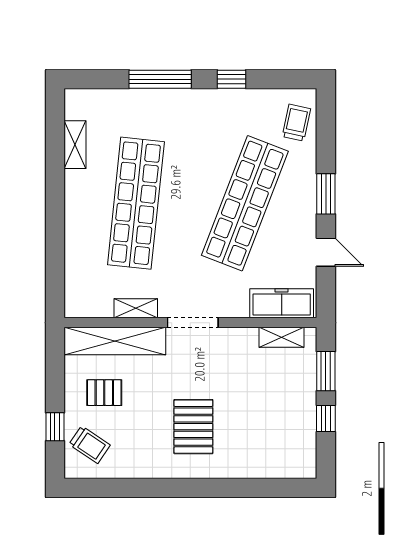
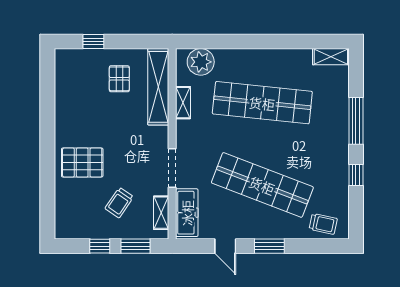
shelving: (75, 145) -> (331, 57), moved
door: (326, 252) -> (225, 246), hinge flipped
plant: (82, 285) -> (201, 62), added
doorway: (193, 323) -> (172, 168), moved
pallet: (193, 427) -> (82, 162), moved
trolley: (90, 445) -> (119, 203), moved

